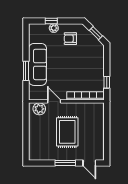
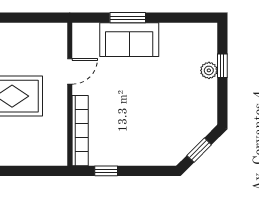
armchair: (70, 39) -> (189, 102), removed
sofa: (38, 64) -> (129, 40), width x0.73
plant: (39, 109) -> (56, 43), removed

